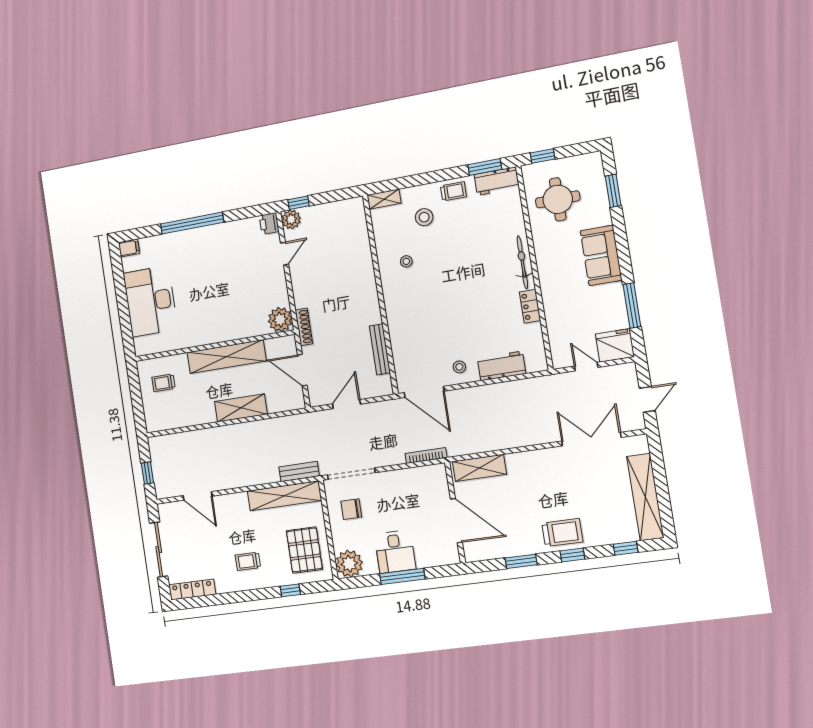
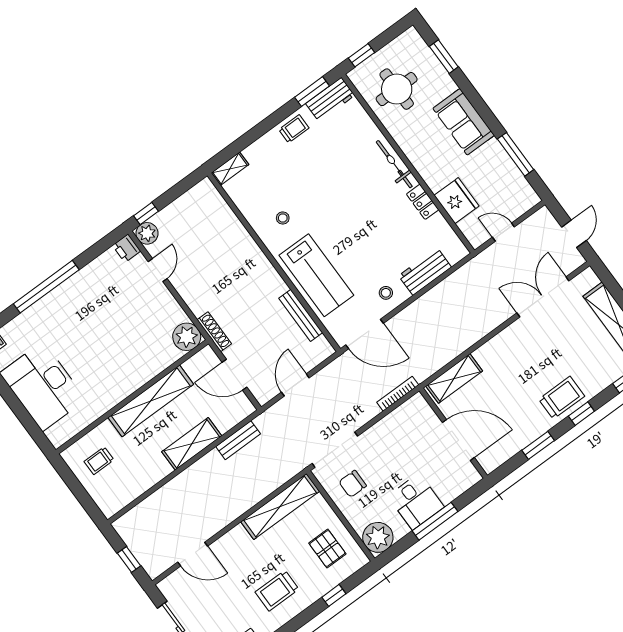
stool: (424, 217) -> (278, 167), removed
lab bench: (410, 323) -> (316, 275), added
fridge: (615, 345) -> (457, 201), moved, turned 90
bench: (299, 471) -> (238, 440), moved
pallet: (304, 550) -> (327, 548), width x0.67, depth x0.71
trolley: (248, 561) -> (277, 591), width x1.36, depth x1.39

